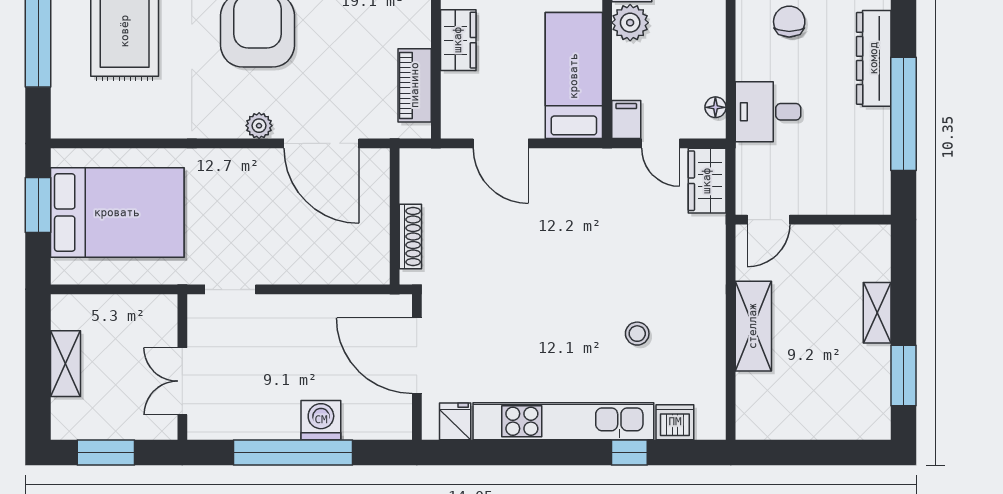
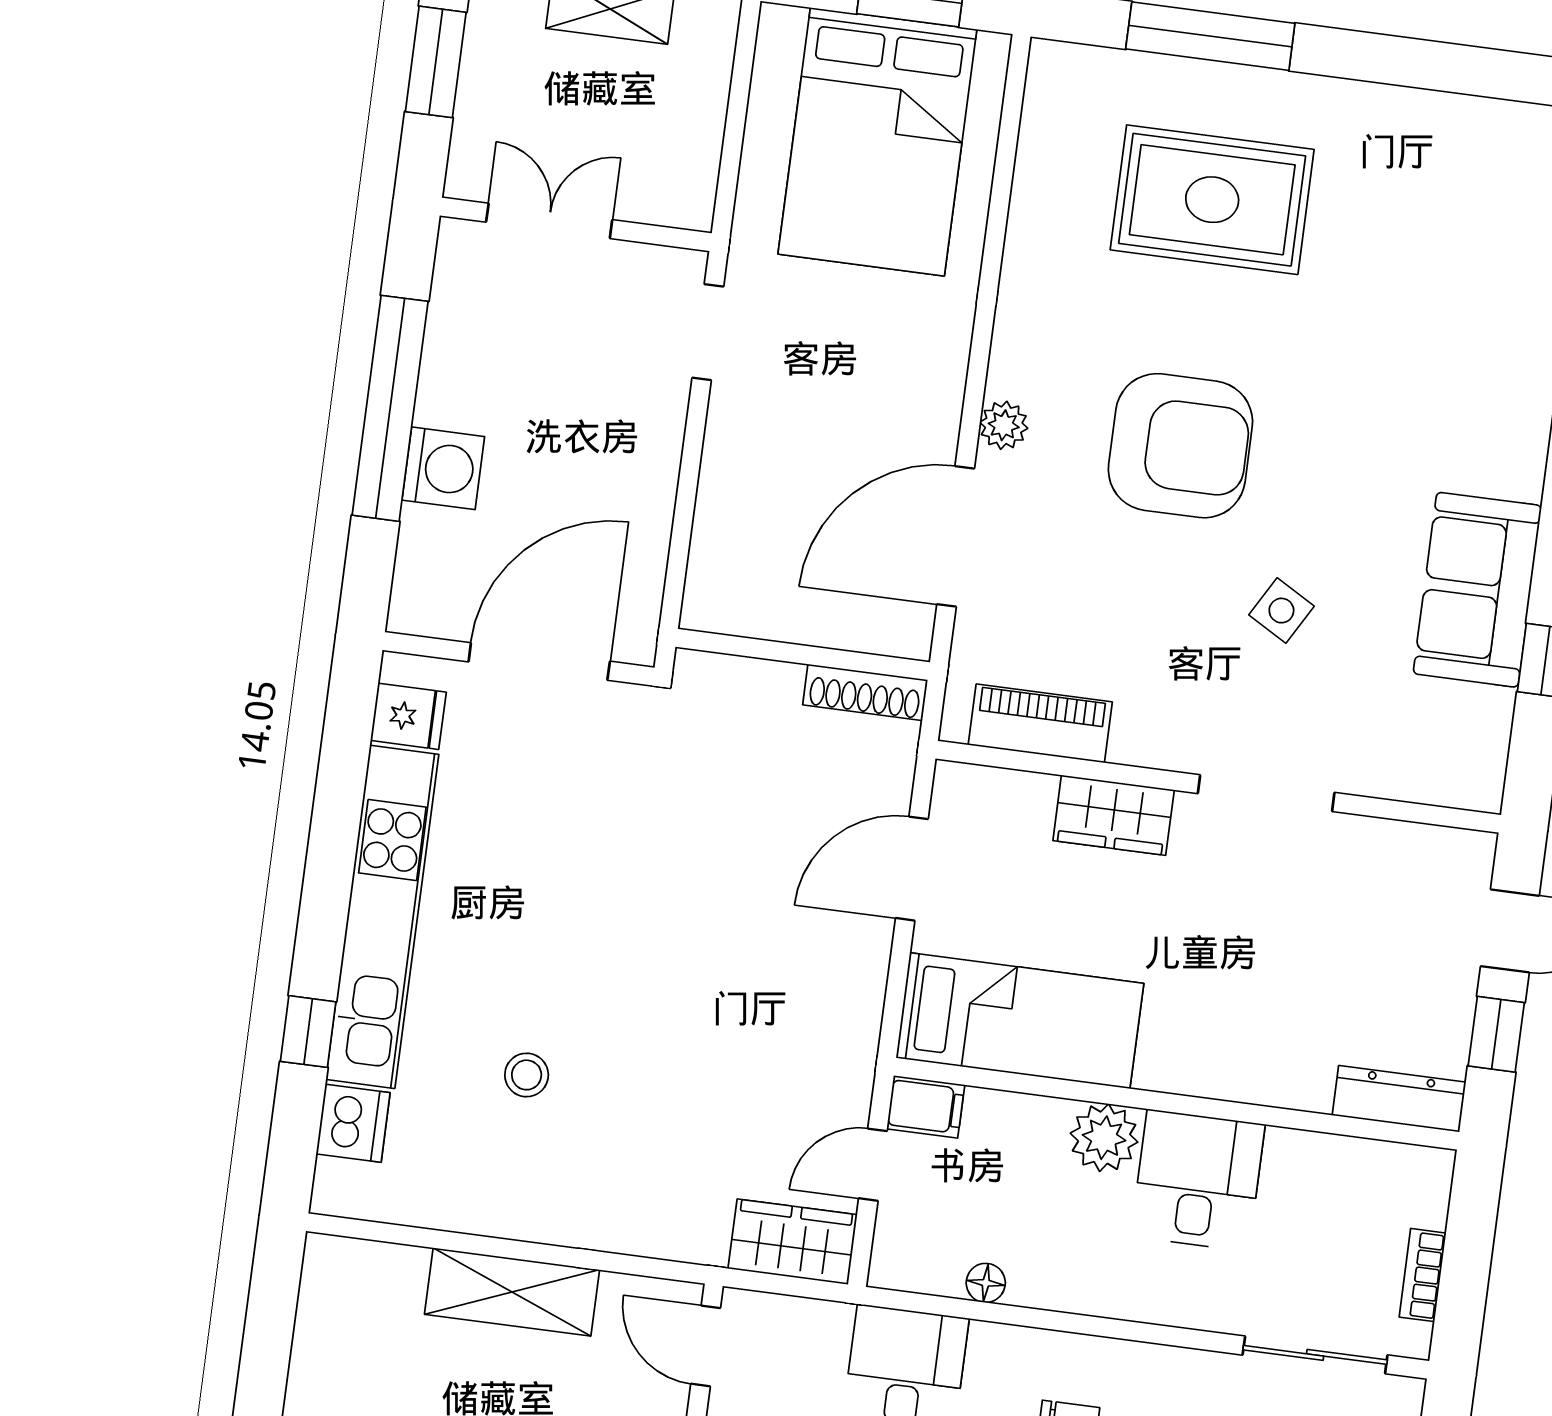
floor lamp: (715, 107) -> (986, 1283), moved
shoe rack: (410, 236) -> (865, 692), moved

